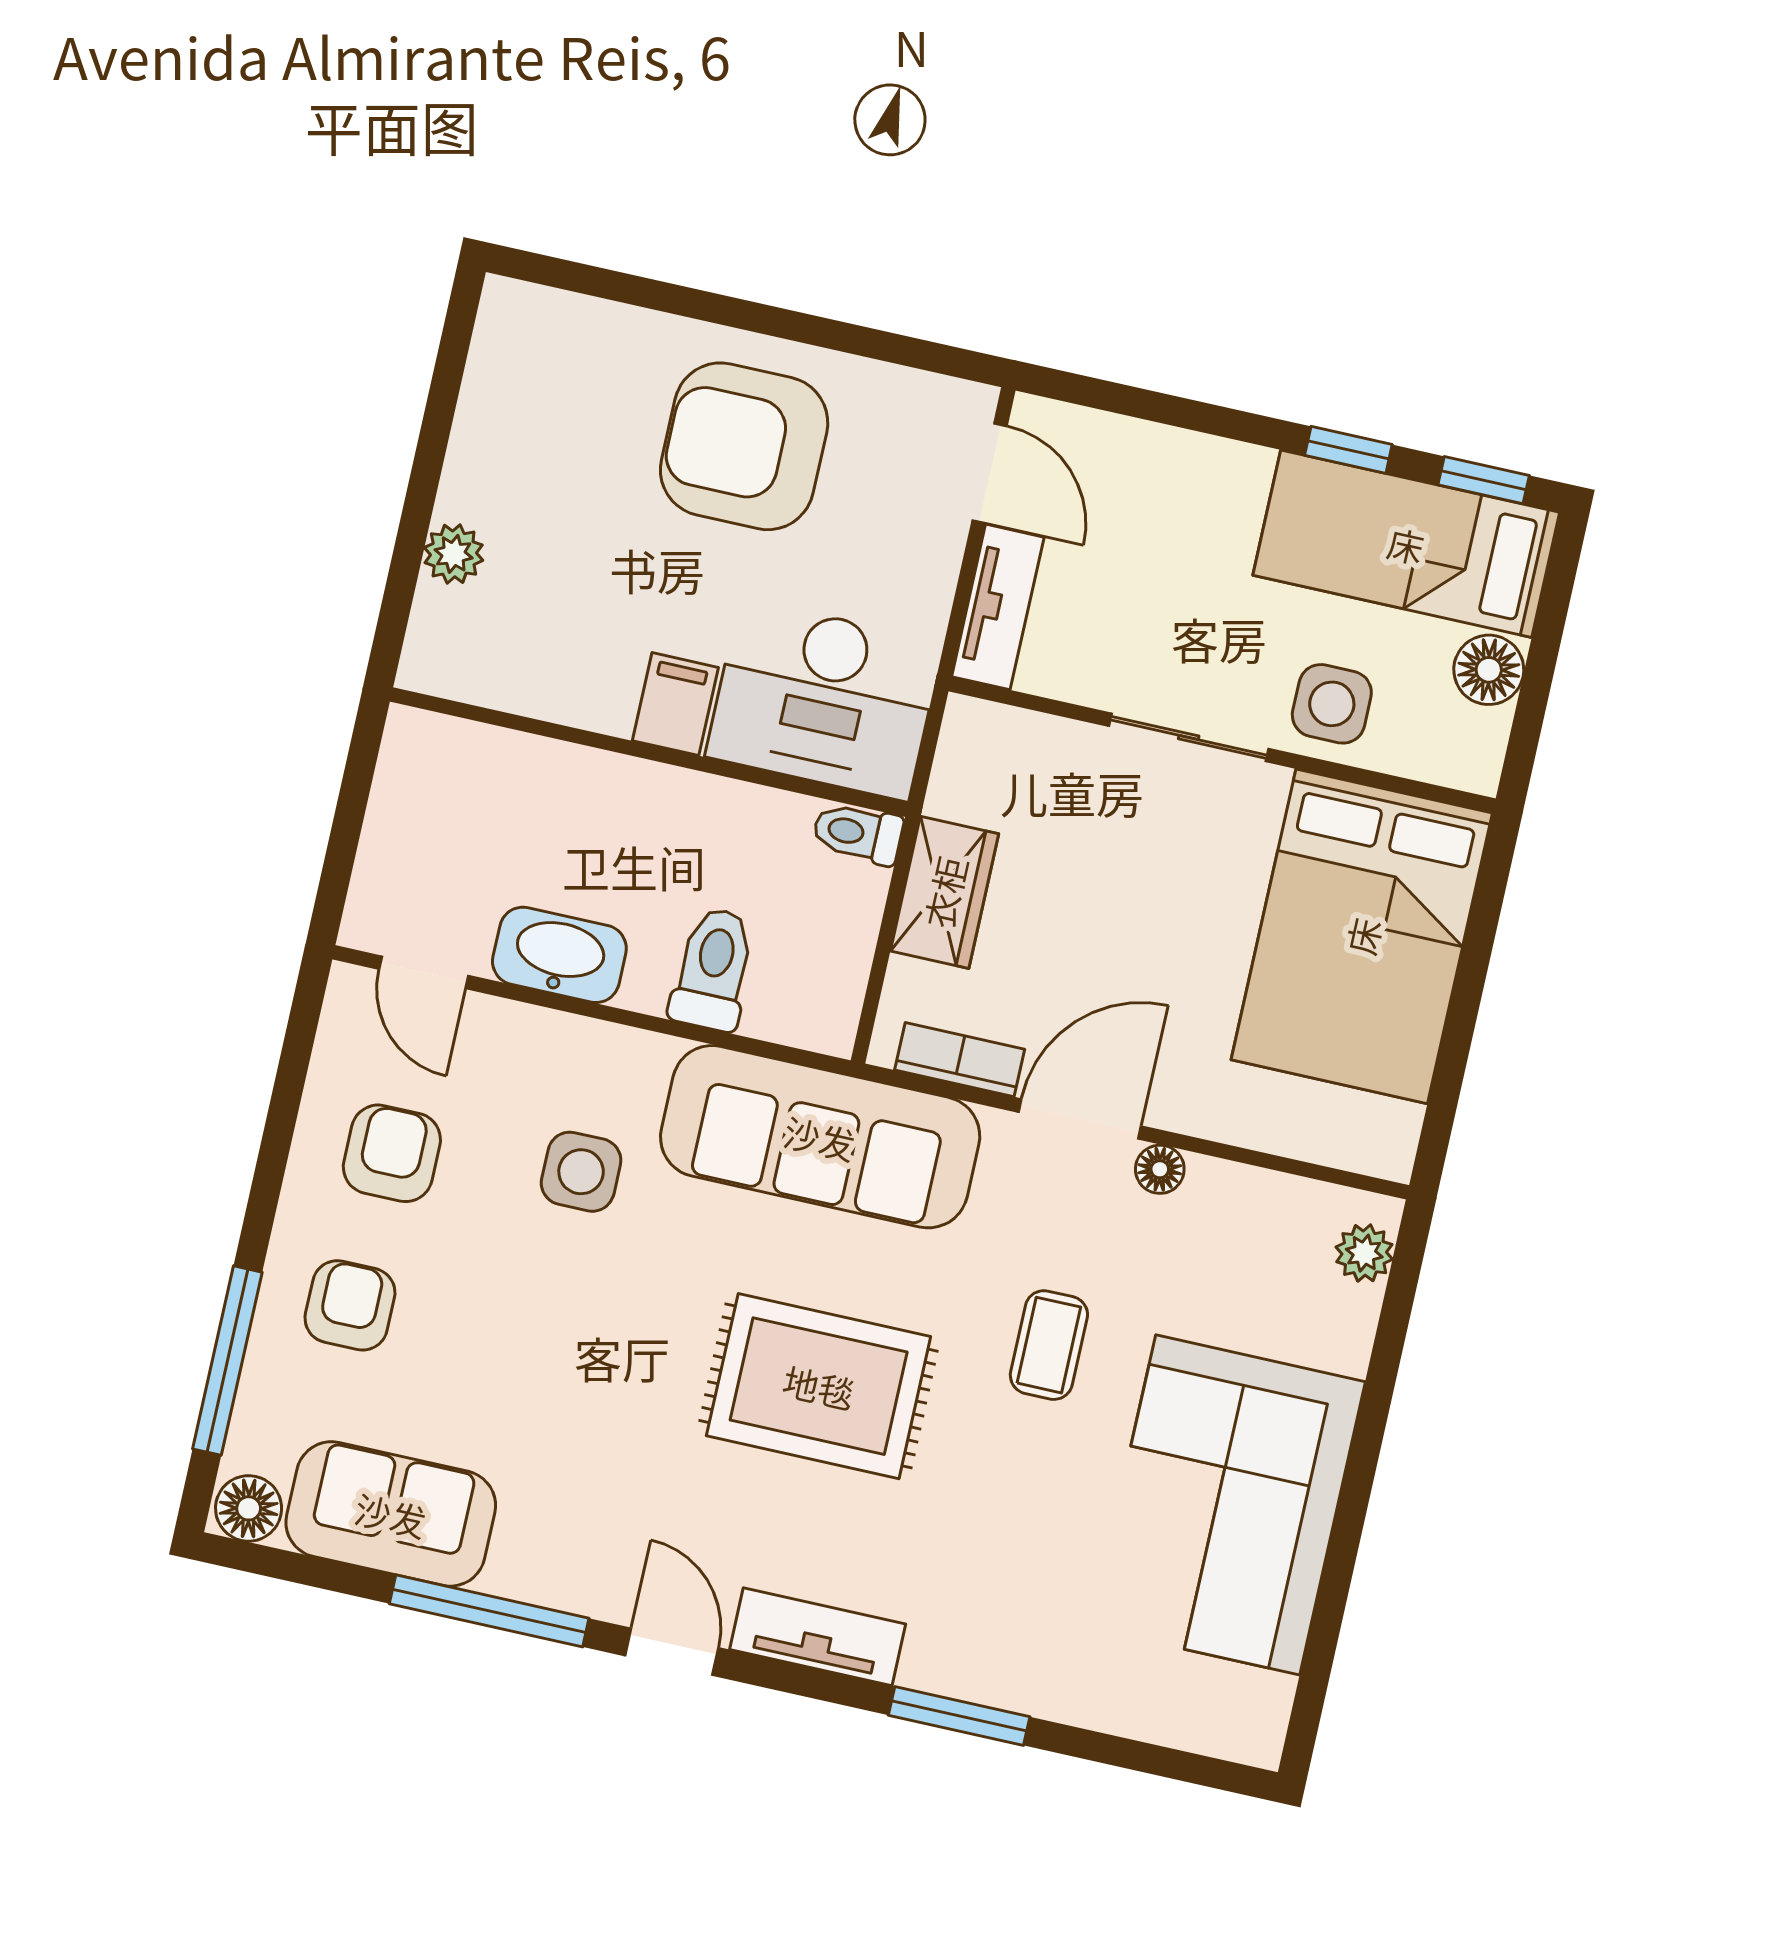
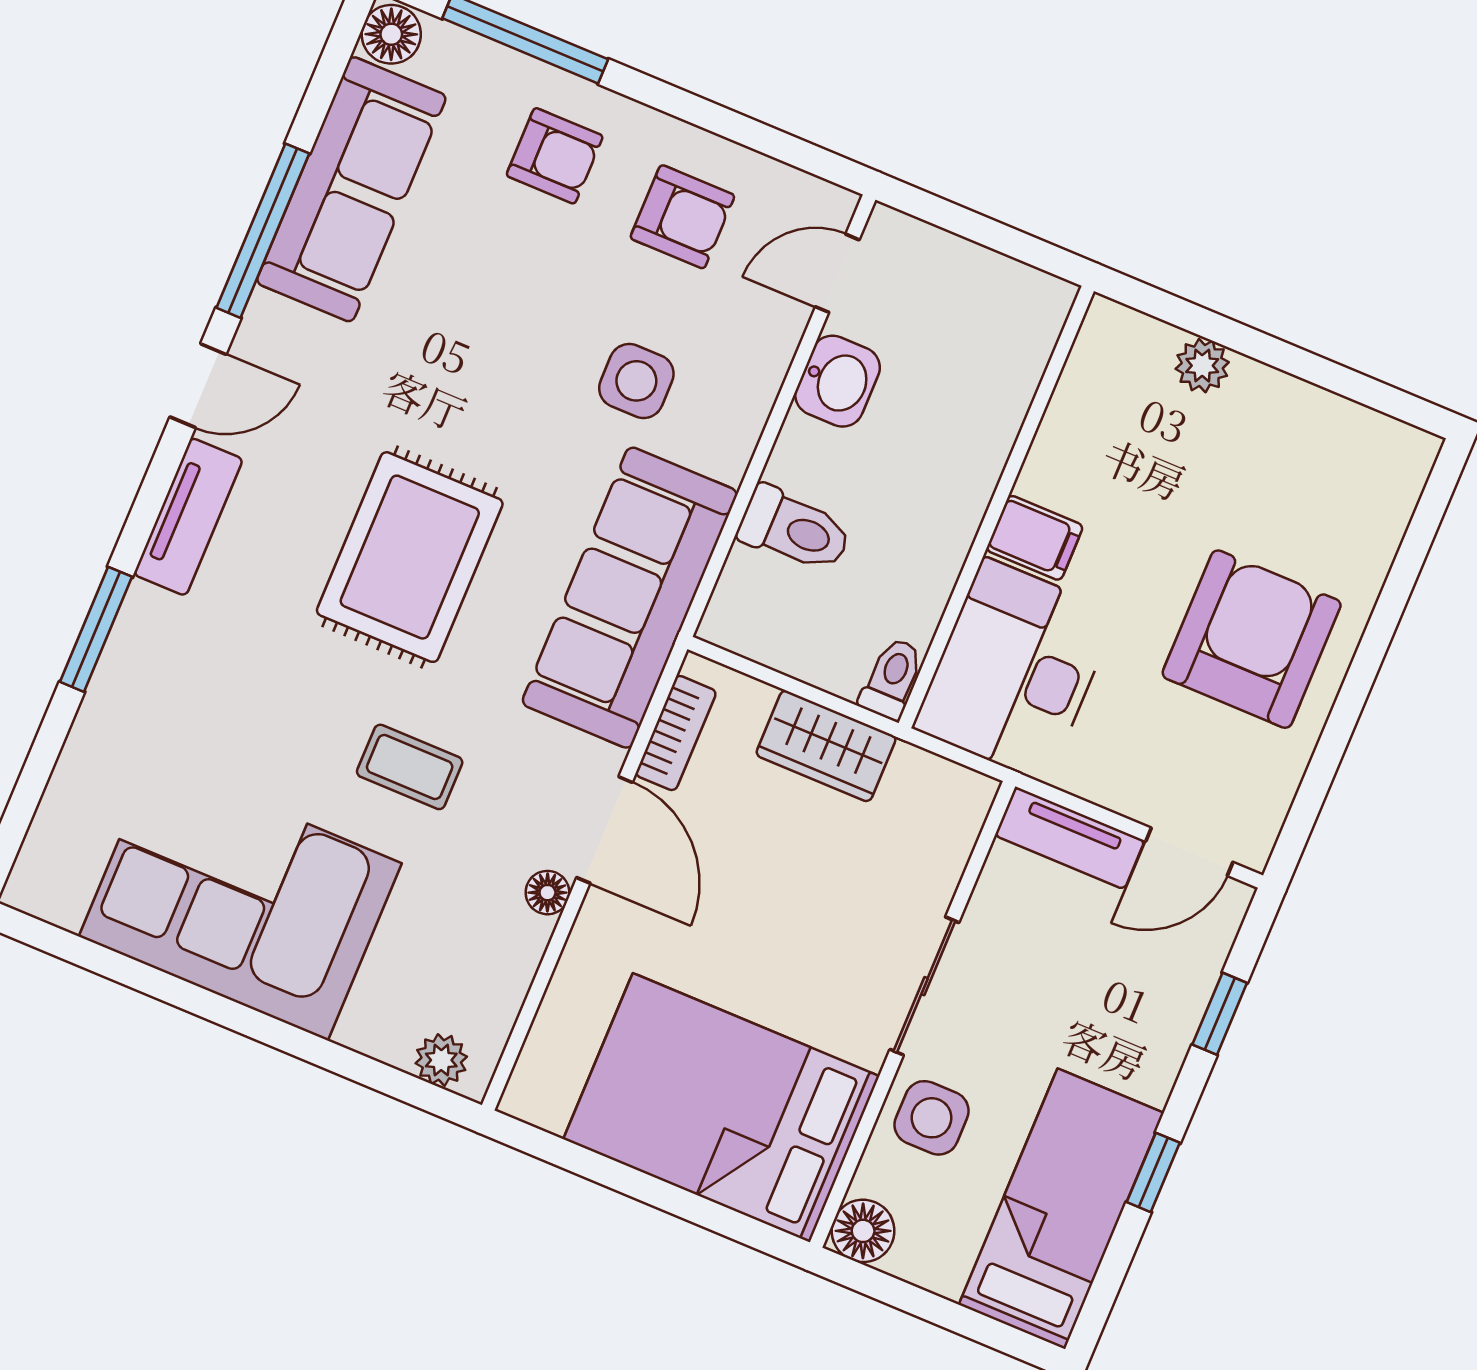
window: (1484, 480) -> (1220, 1014), moved
floor lamp: (1489, 670) -> (863, 1231), moved
washbasin: (559, 955) -> (838, 381), width x0.72
sofa: (391, 1514) -> (351, 189), width x1.36

